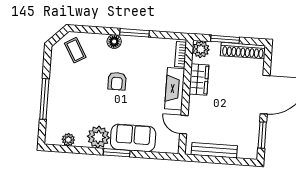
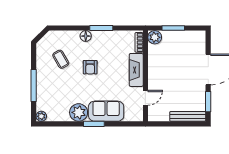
coffee table: (75, 50) -> (61, 59), moved
shoe rack: (243, 51) -> (188, 36), removed
wardrobe: (199, 80) -> (155, 61), removed
door: (184, 125) -> (145, 98), swing flipped
plant: (68, 140) -> (41, 116), moved
bench: (214, 150) -> (188, 116), moved

